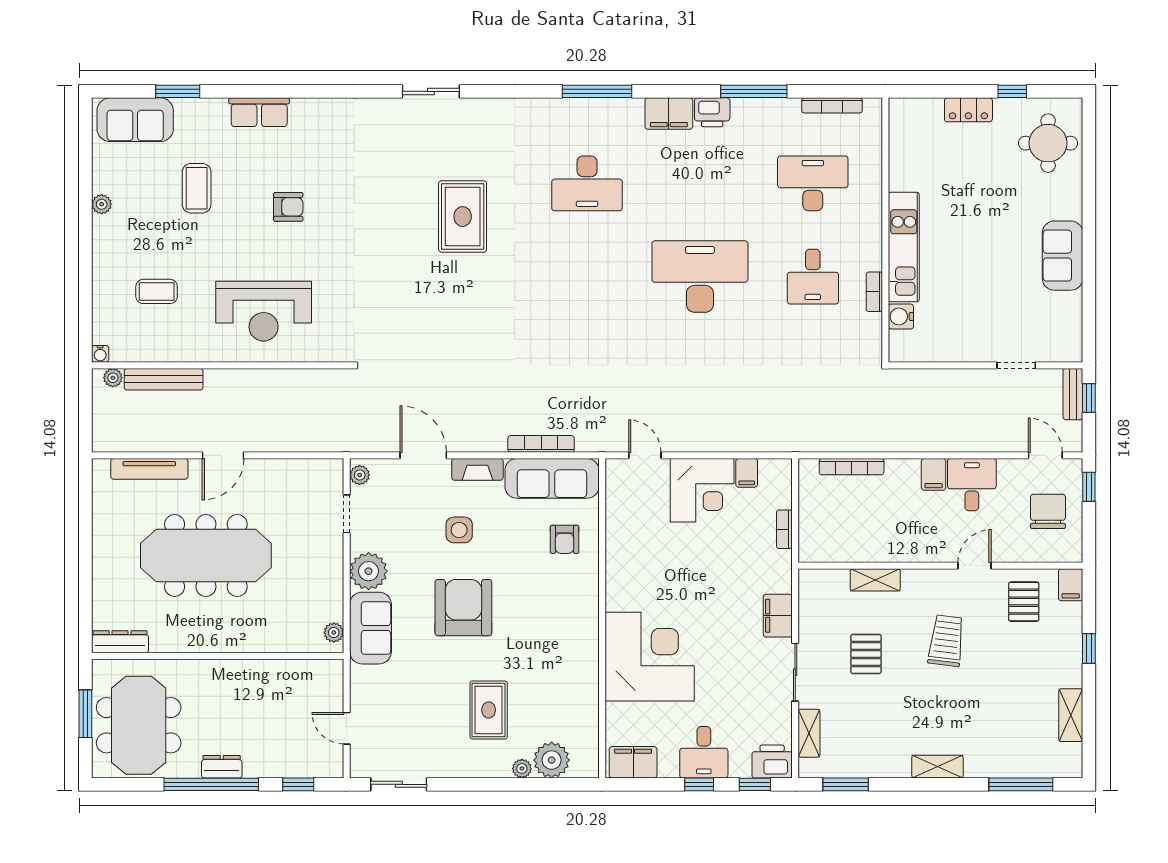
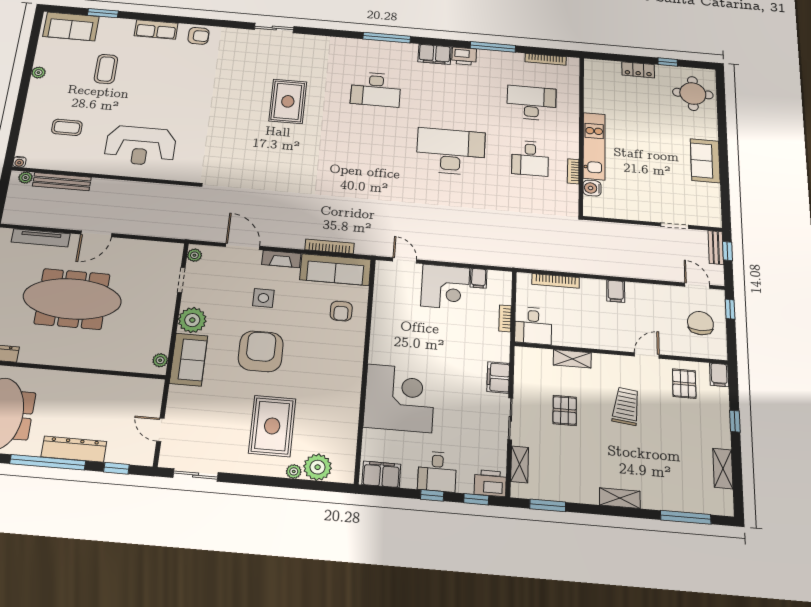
armchair: (288, 207) -> (199, 36), moved
desk: (972, 485) -> (533, 326), moved, turned 180
rug: (489, 710) -> (272, 426), width x1.36, depth x1.43
dresser: (222, 767) -> (74, 449), width x1.96, depth x1.24

